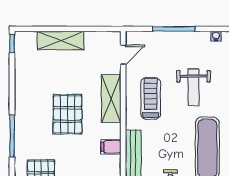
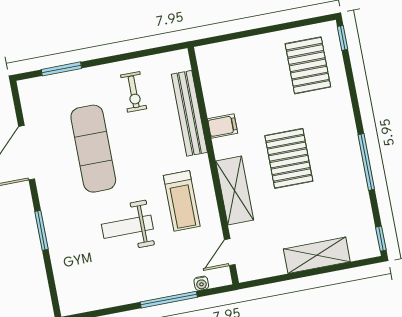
water cooler: (216, 36) -> (201, 283), moved
weight bench: (193, 87) -> (127, 227), turned -90
window: (12, 136) -> (366, 162), moved

